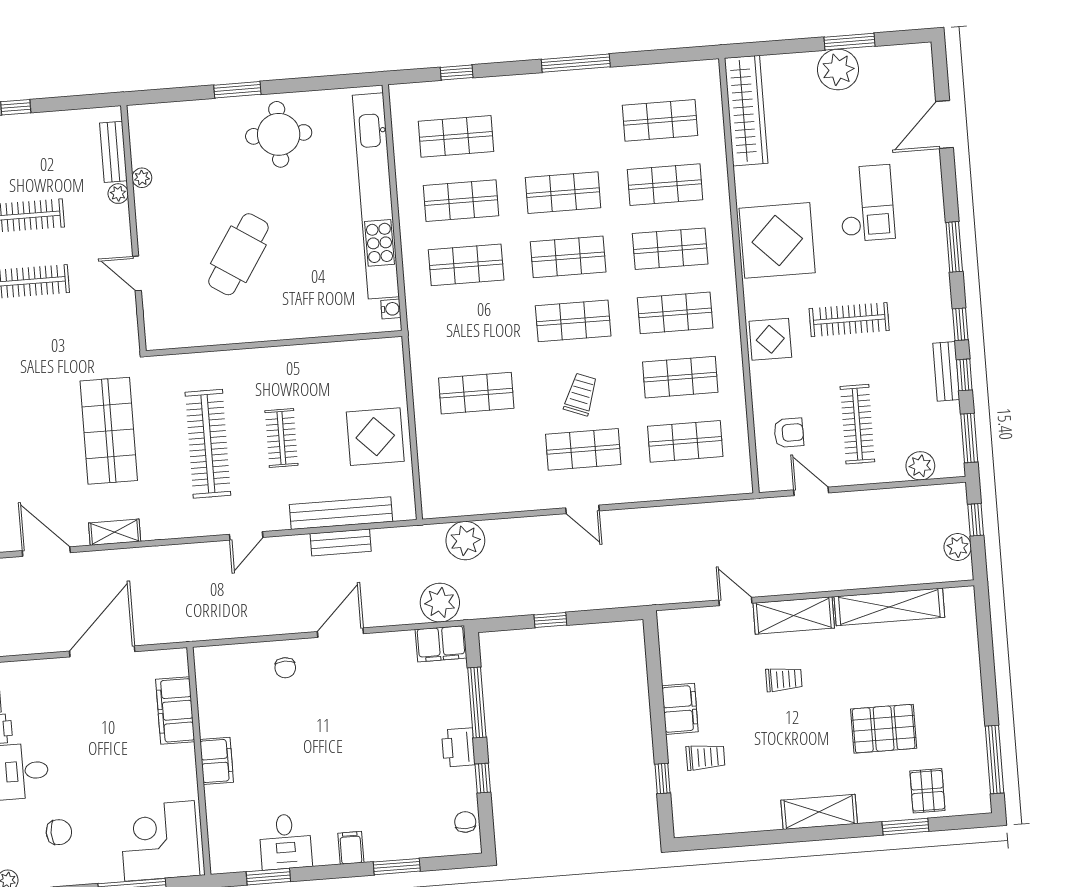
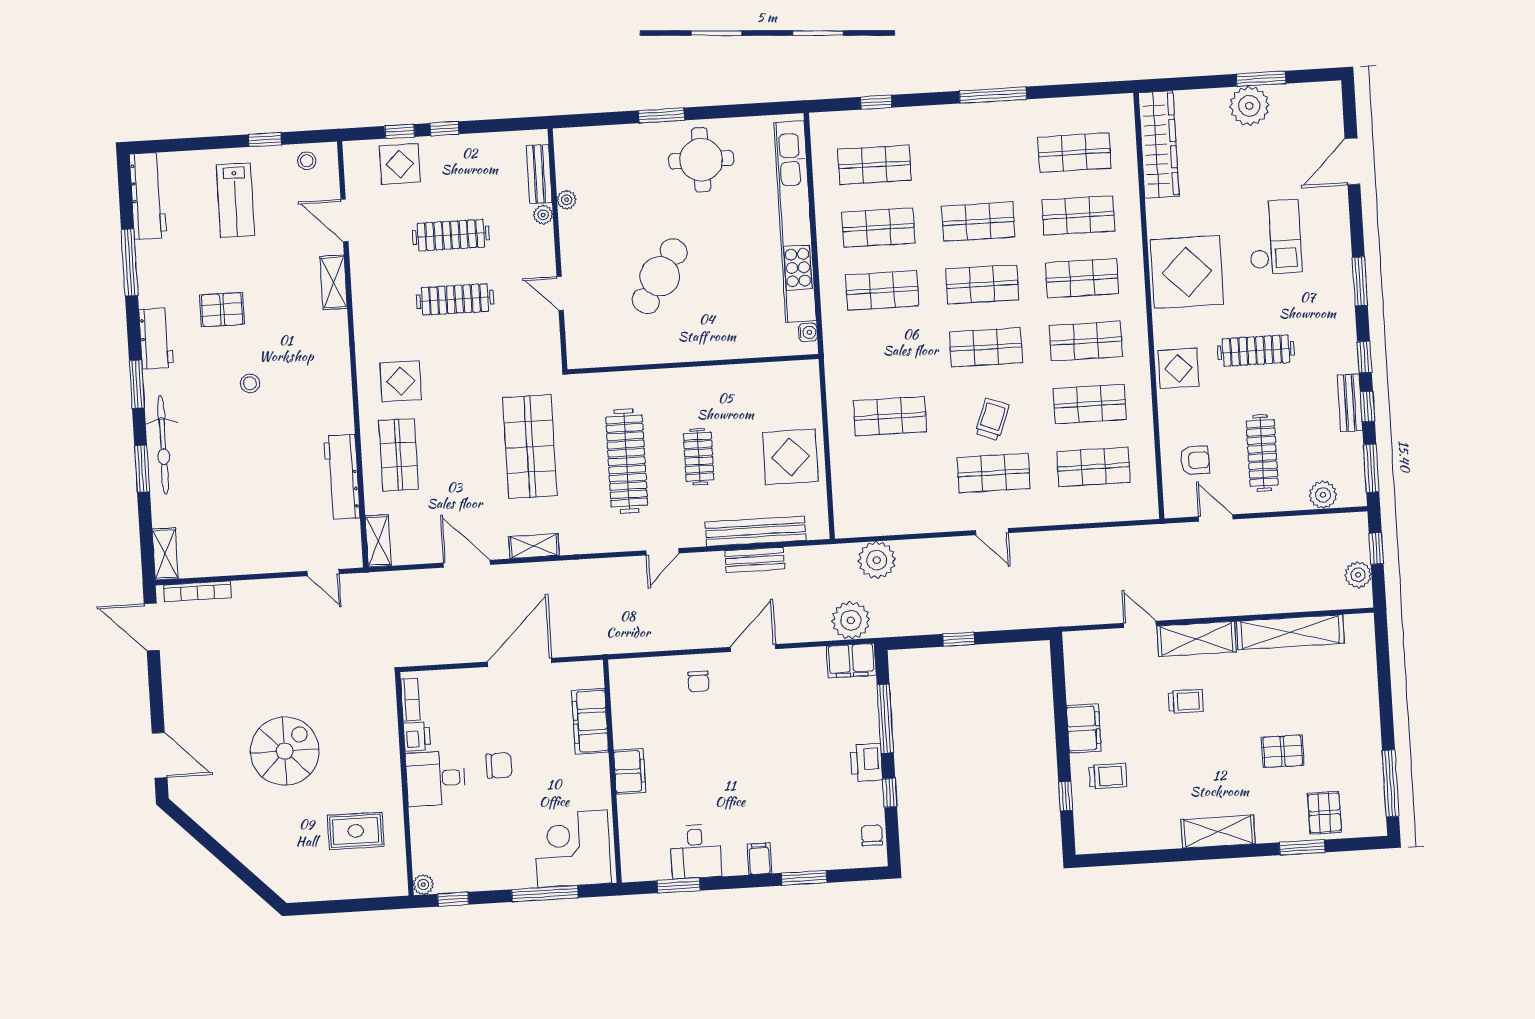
pallet: (884, 729) -> (1283, 751), width x0.67, depth x0.71
chair: (59, 832) -> (499, 766), moved

